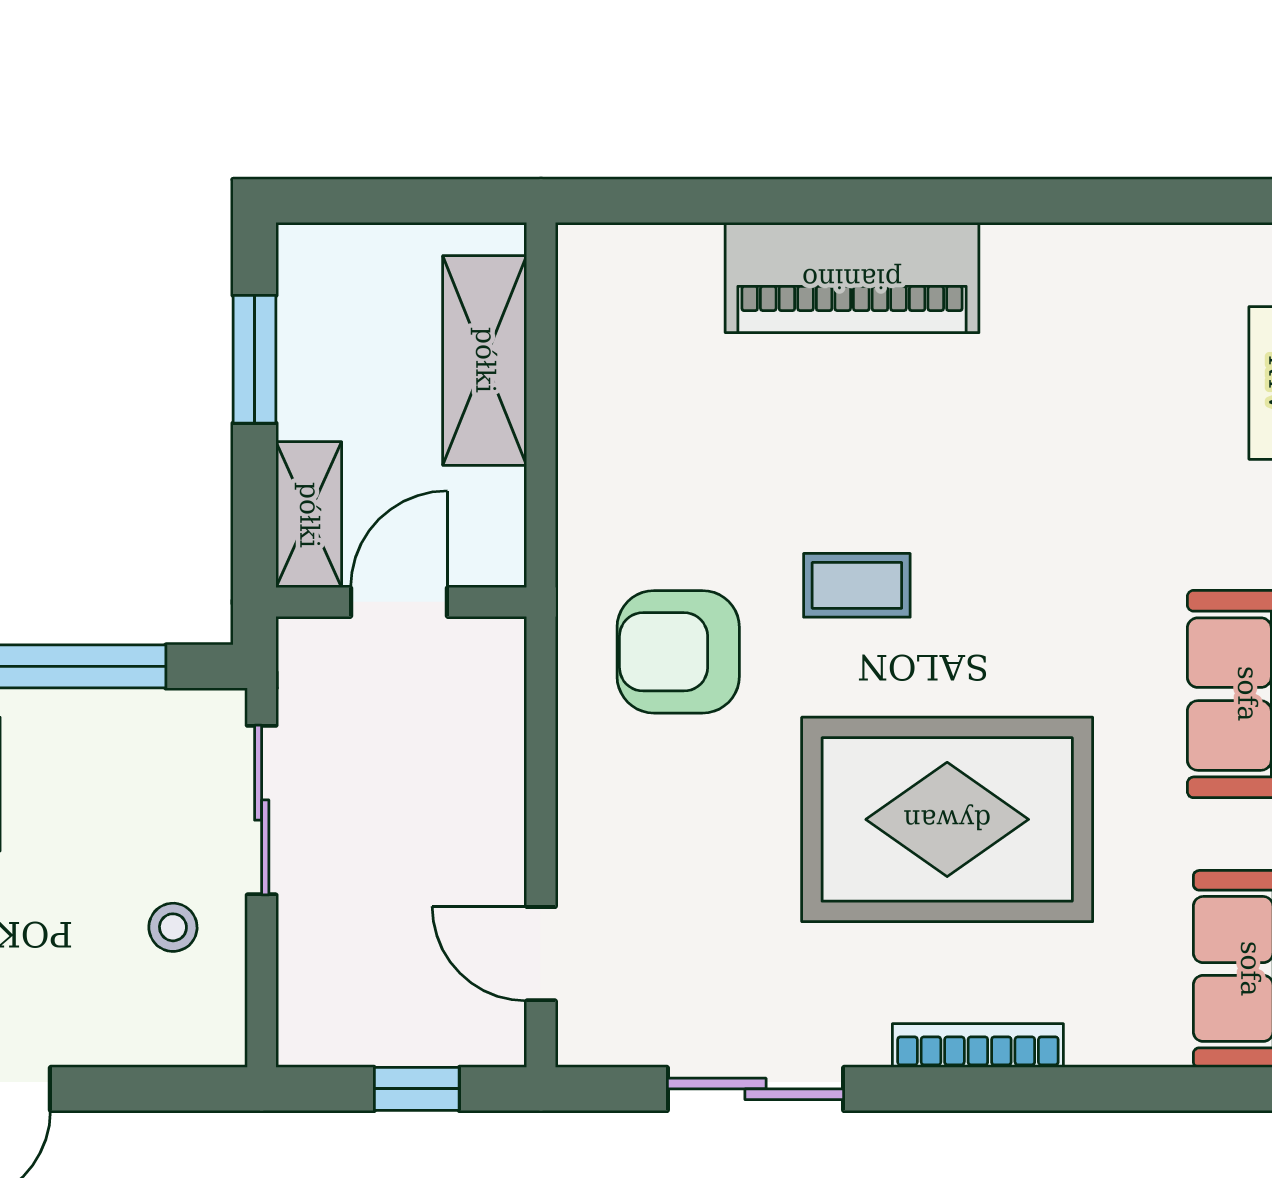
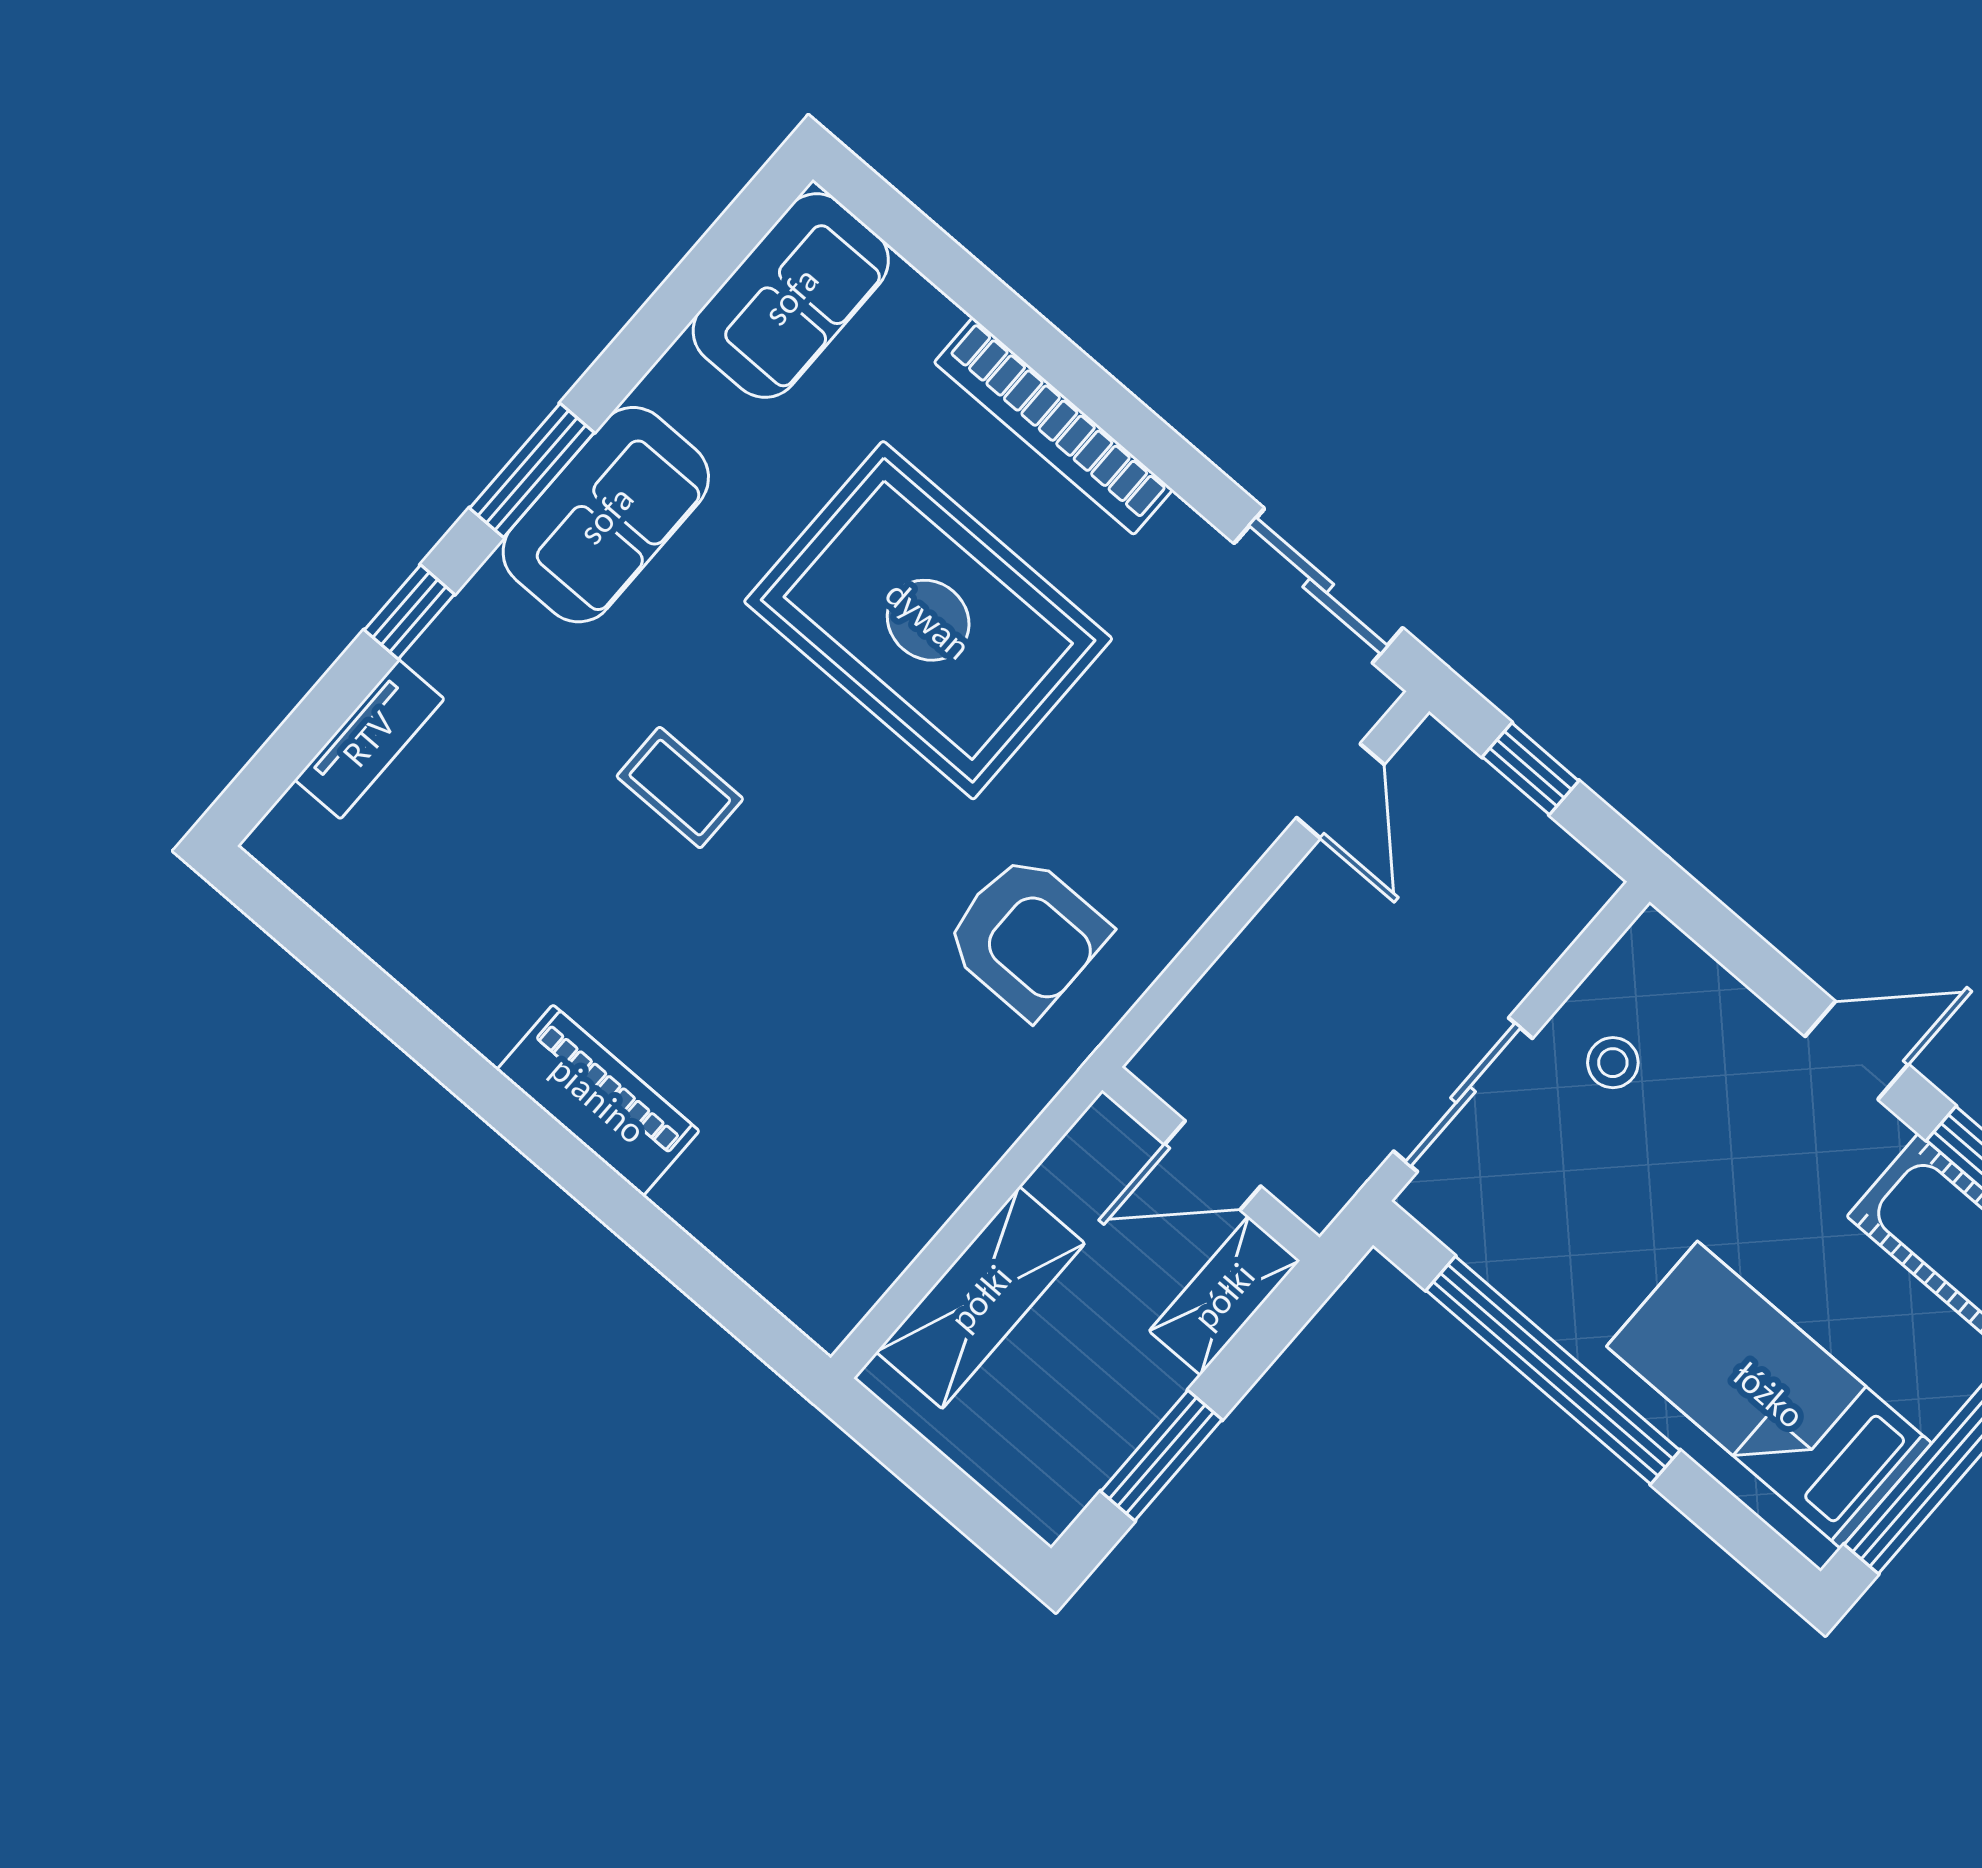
piano: (852, 278) -> (598, 1100), width x0.73, depth x0.75
coffee table: (857, 585) -> (680, 788), moved
bookcase: (978, 1046) -> (1053, 426), width x1.48, depth x1.31
sliding door: (756, 1089) -> (1318, 586), moved

